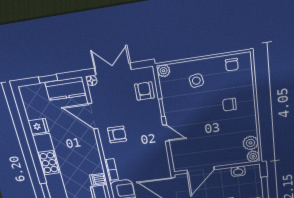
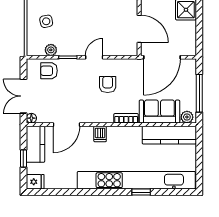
plant: (164, 71) -> (51, 50), moved
fridge: (38, 126) -> (35, 182), moved, turned 90
armchair: (117, 135) -> (108, 84), moved
dishwasher: (98, 179) -> (100, 134), moved

